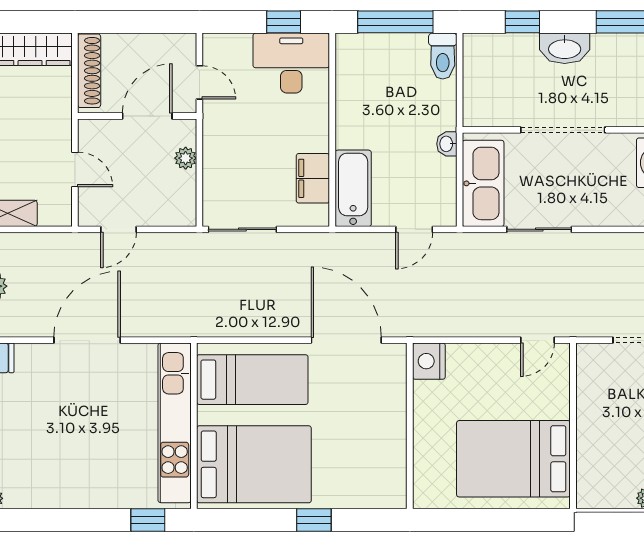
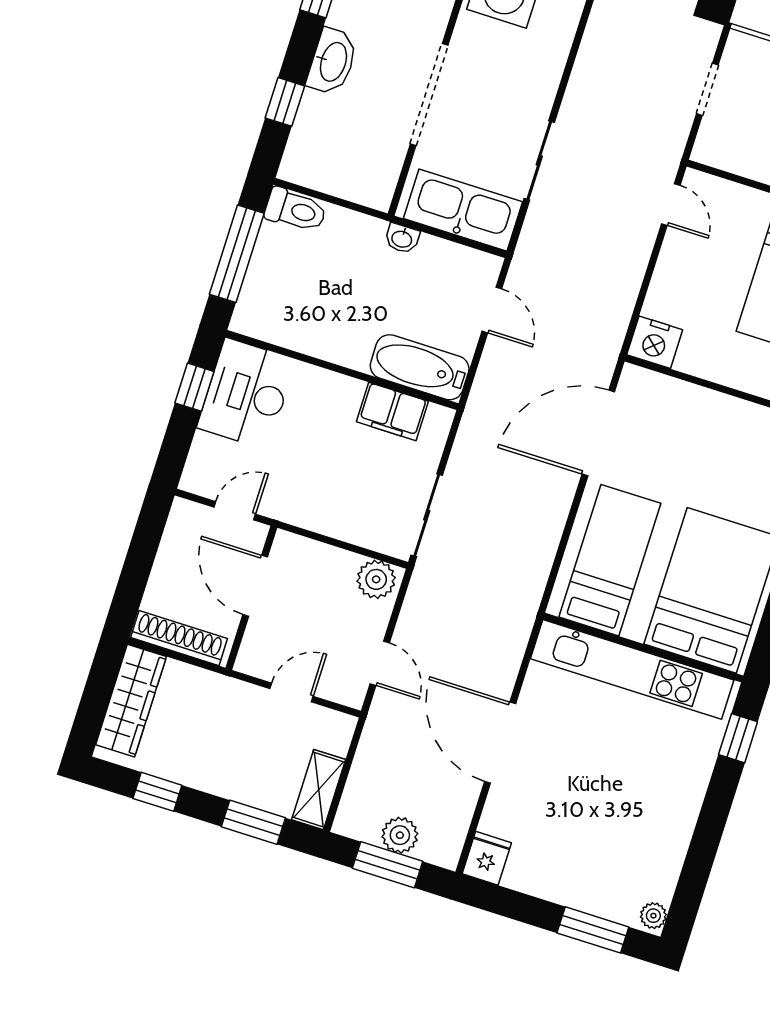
plant: (186, 158) -> (376, 579), moved, width x1.38, depth x1.38

